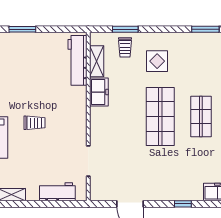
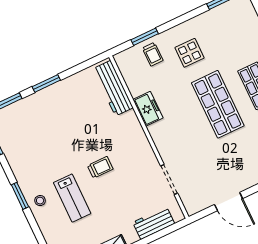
shelving: (97, 61) -> (132, 80), removed

